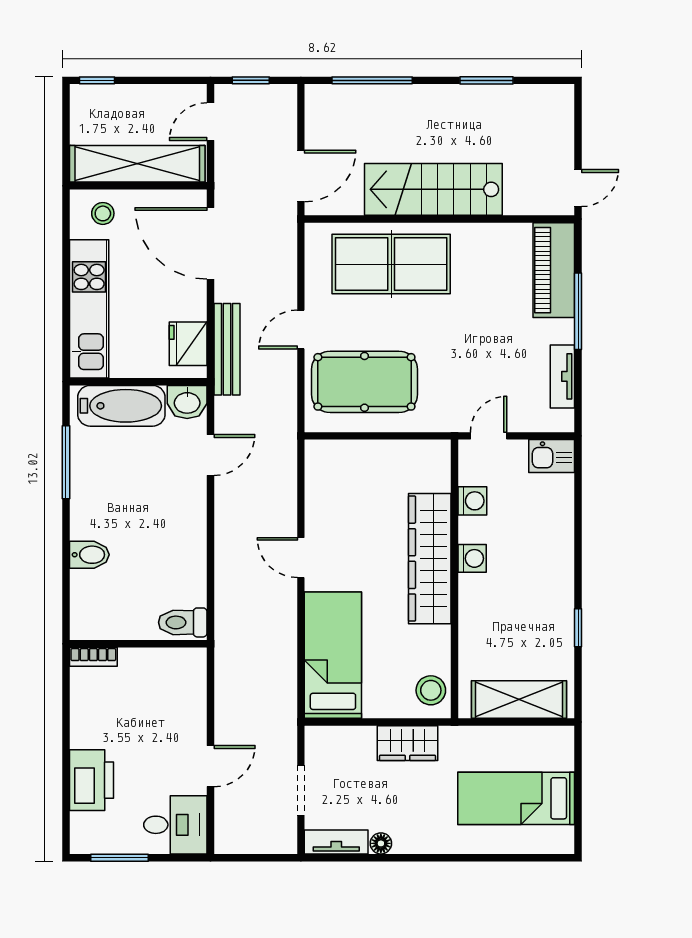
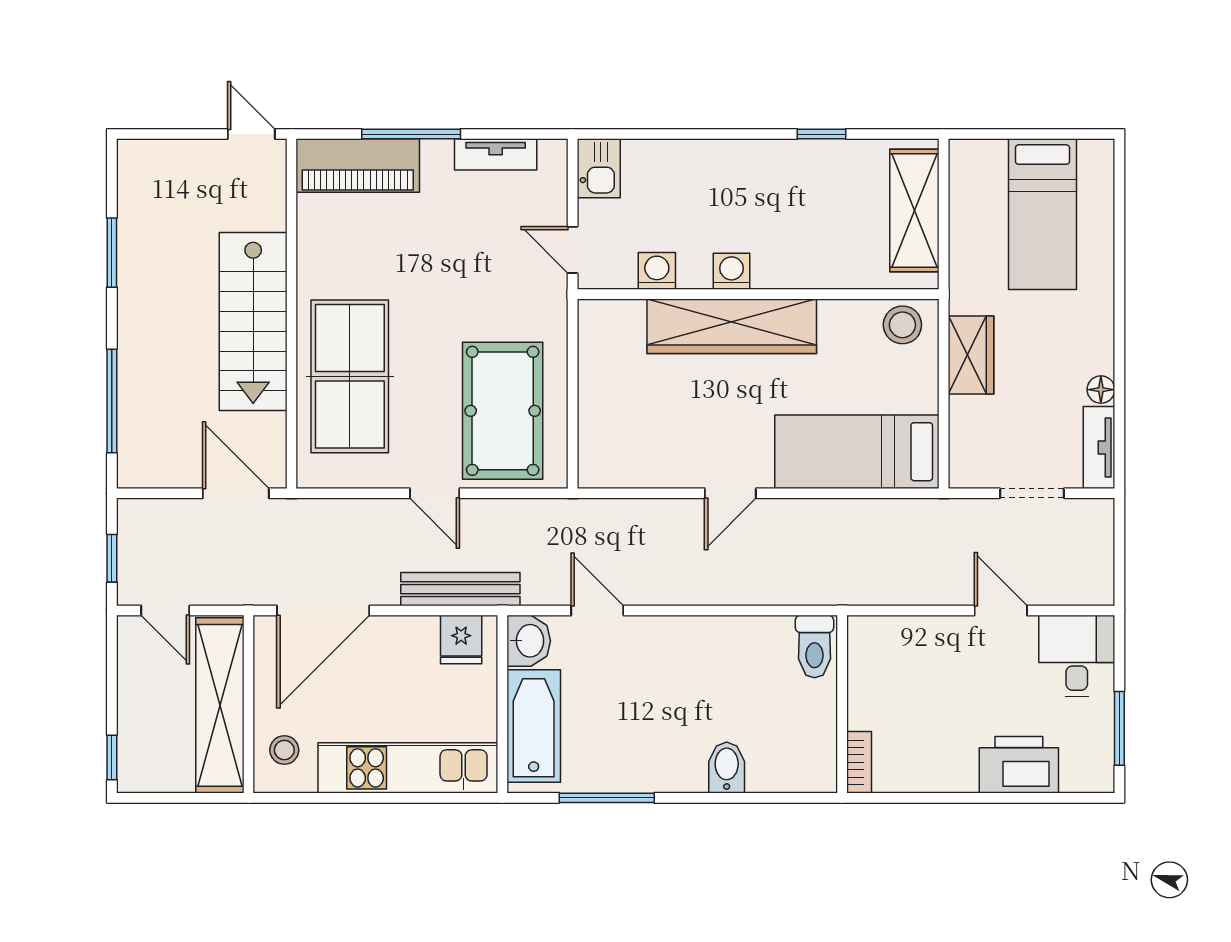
fridge: (188, 344) -> (461, 639), width x0.72

